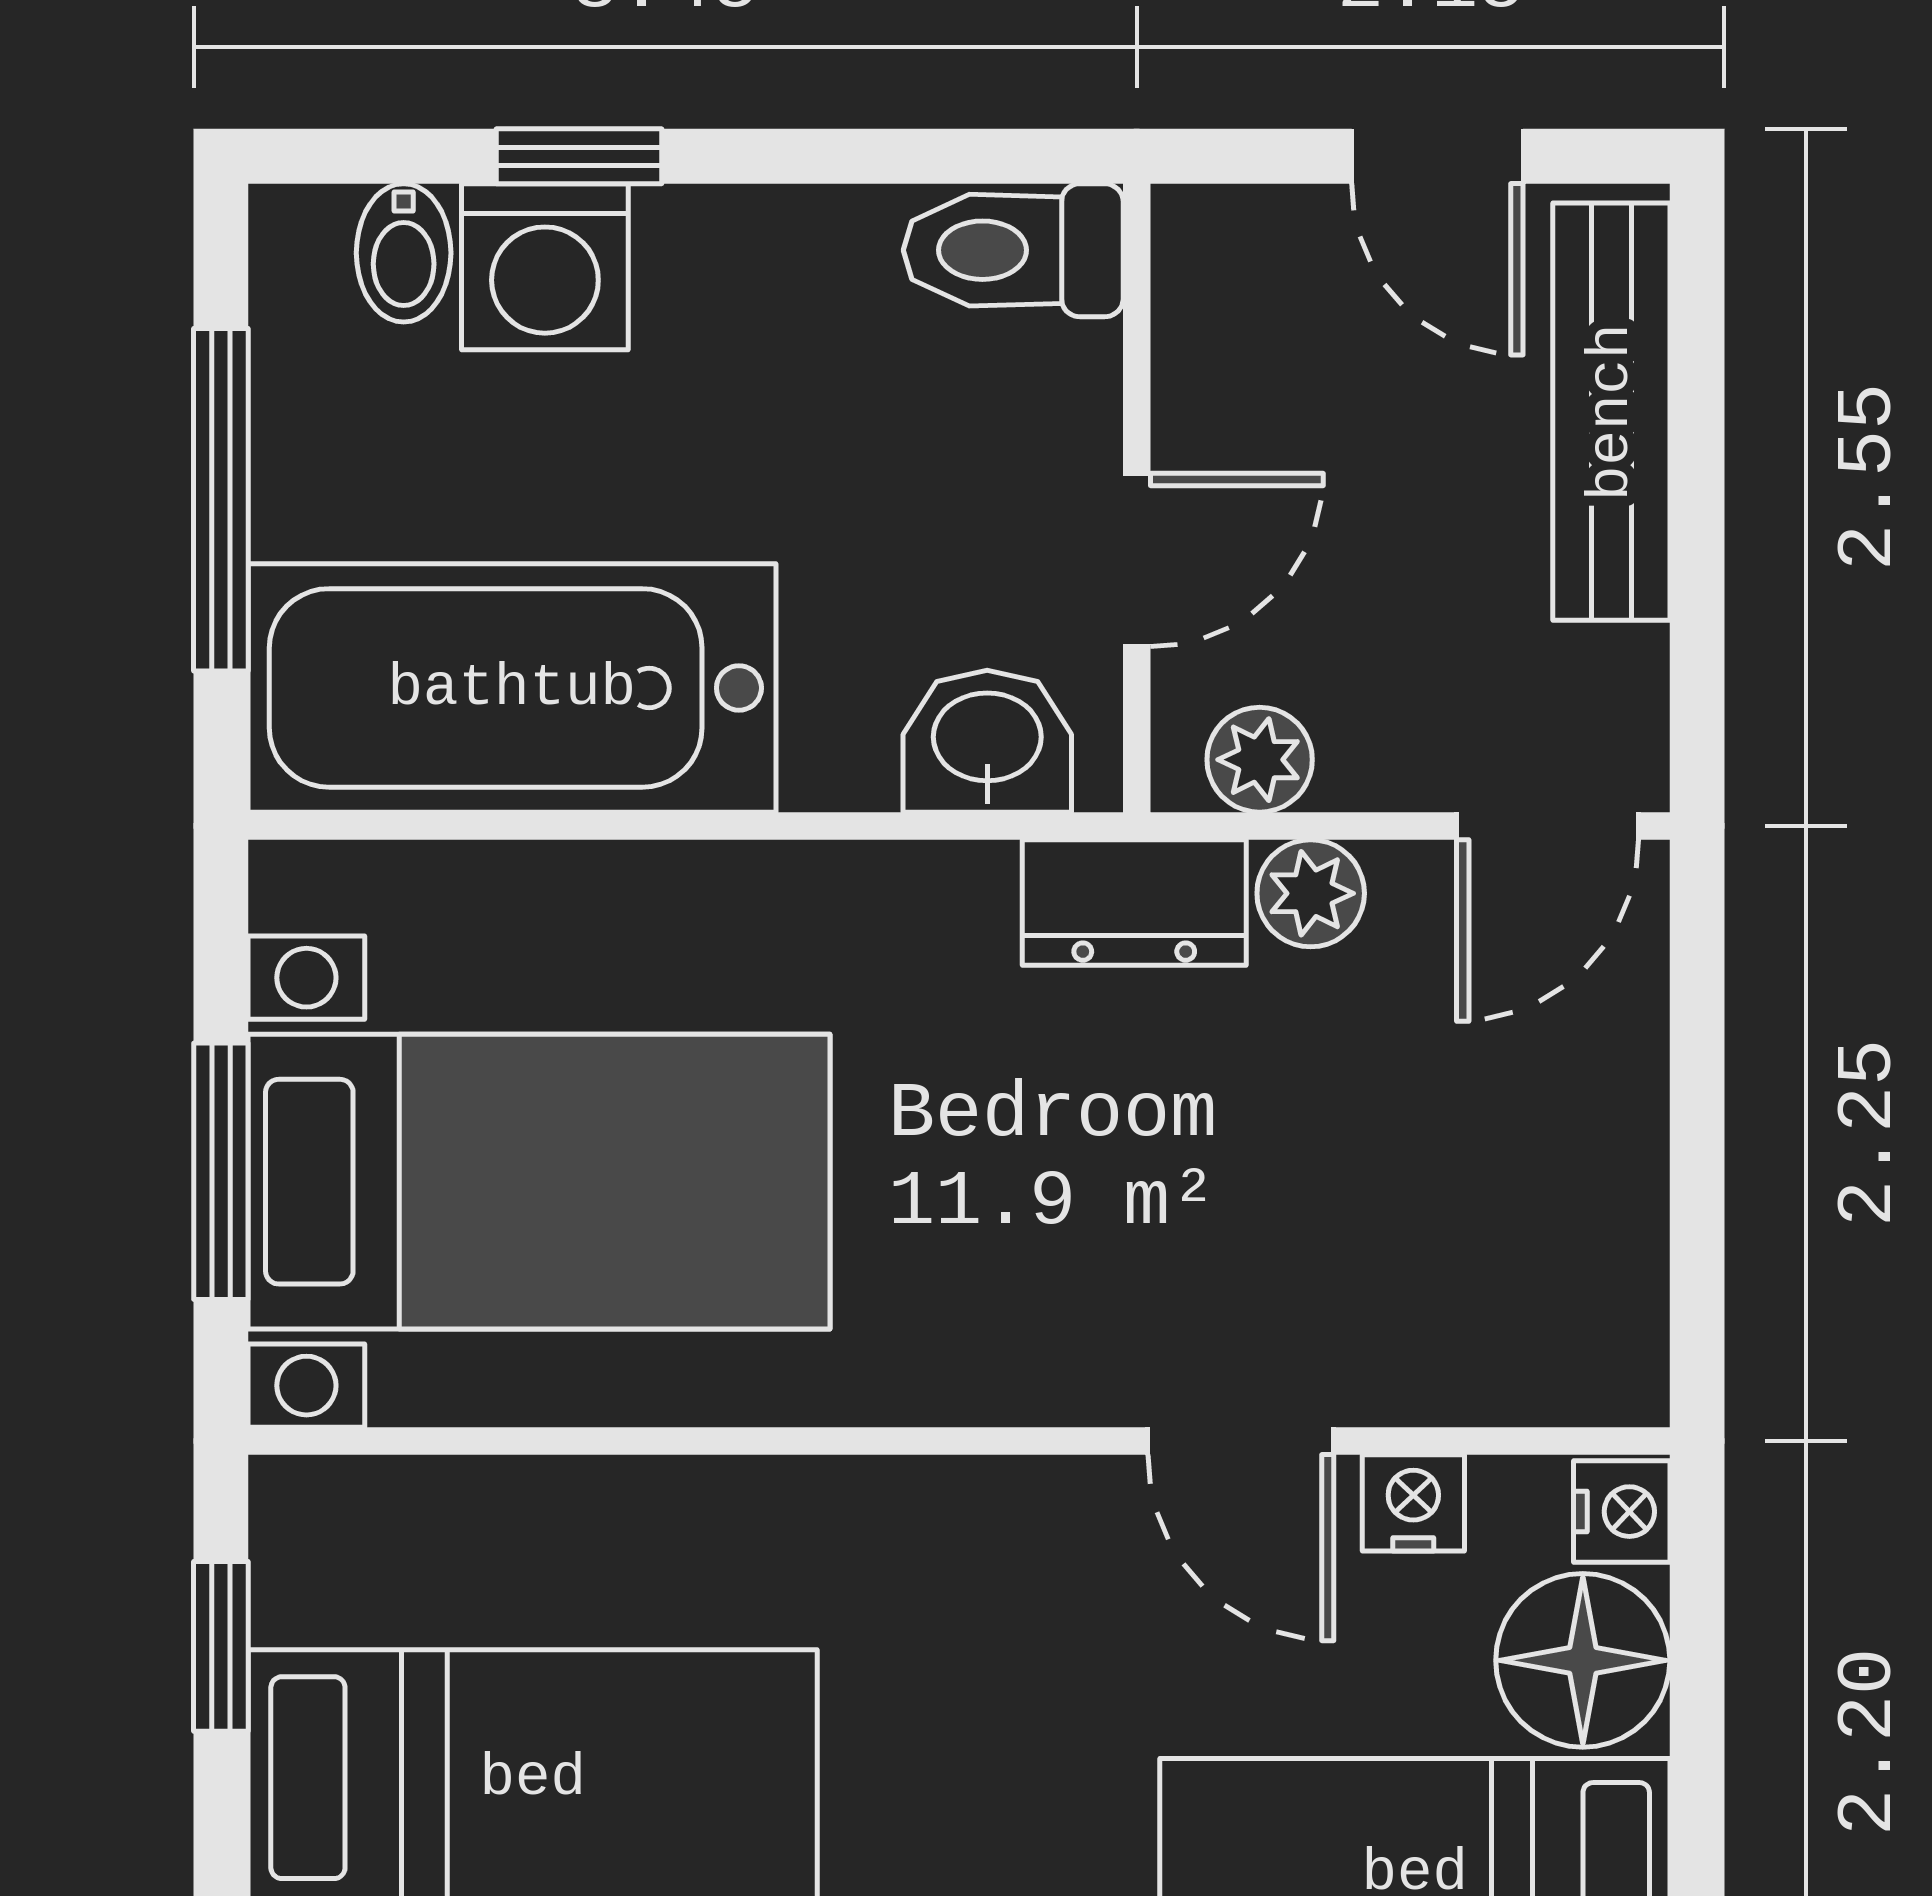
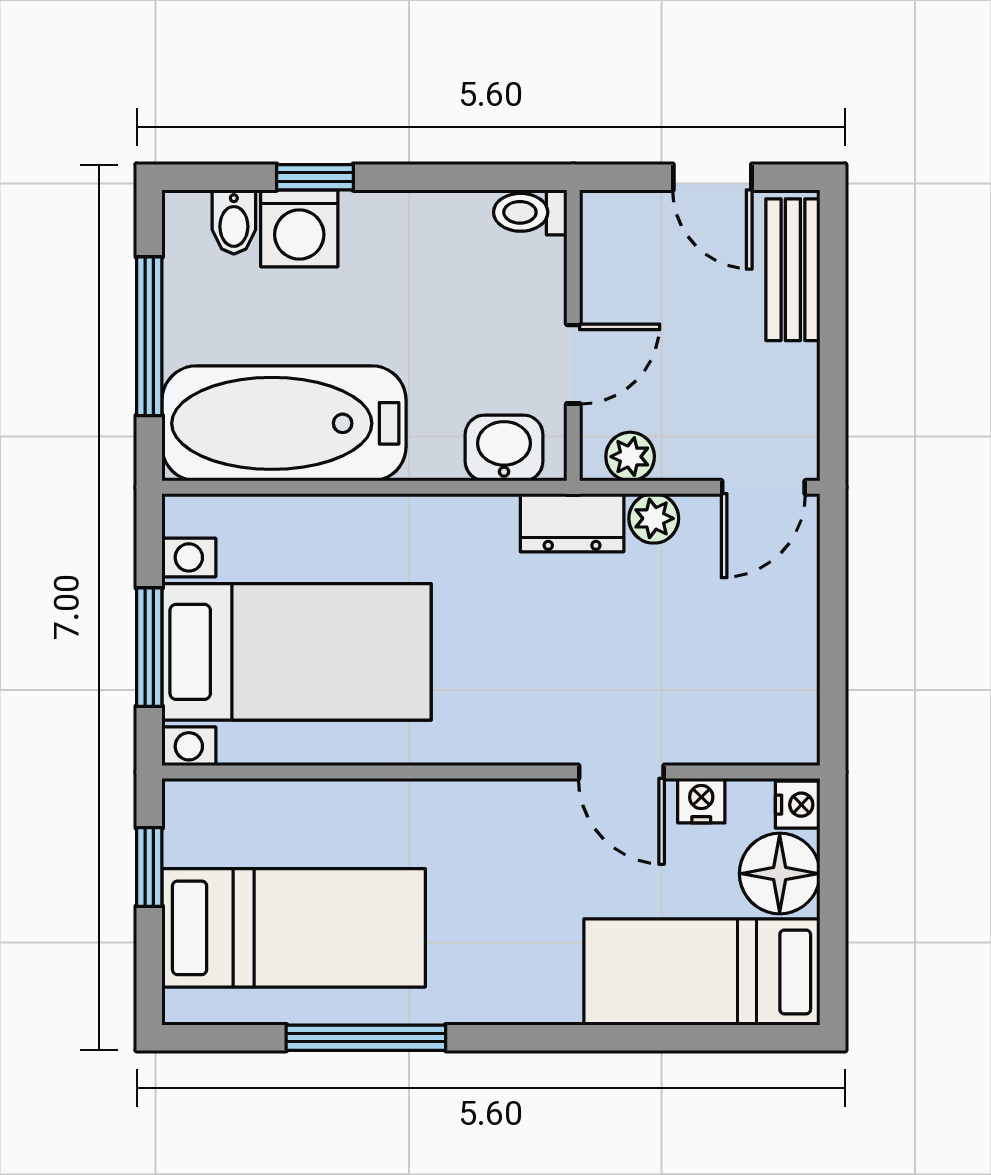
toilet: (1013, 250) -> (530, 212), width x0.73, depth x0.72
bench: (1611, 412) -> (793, 270), width x0.73

